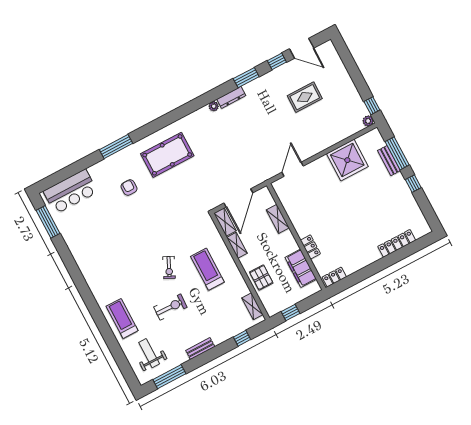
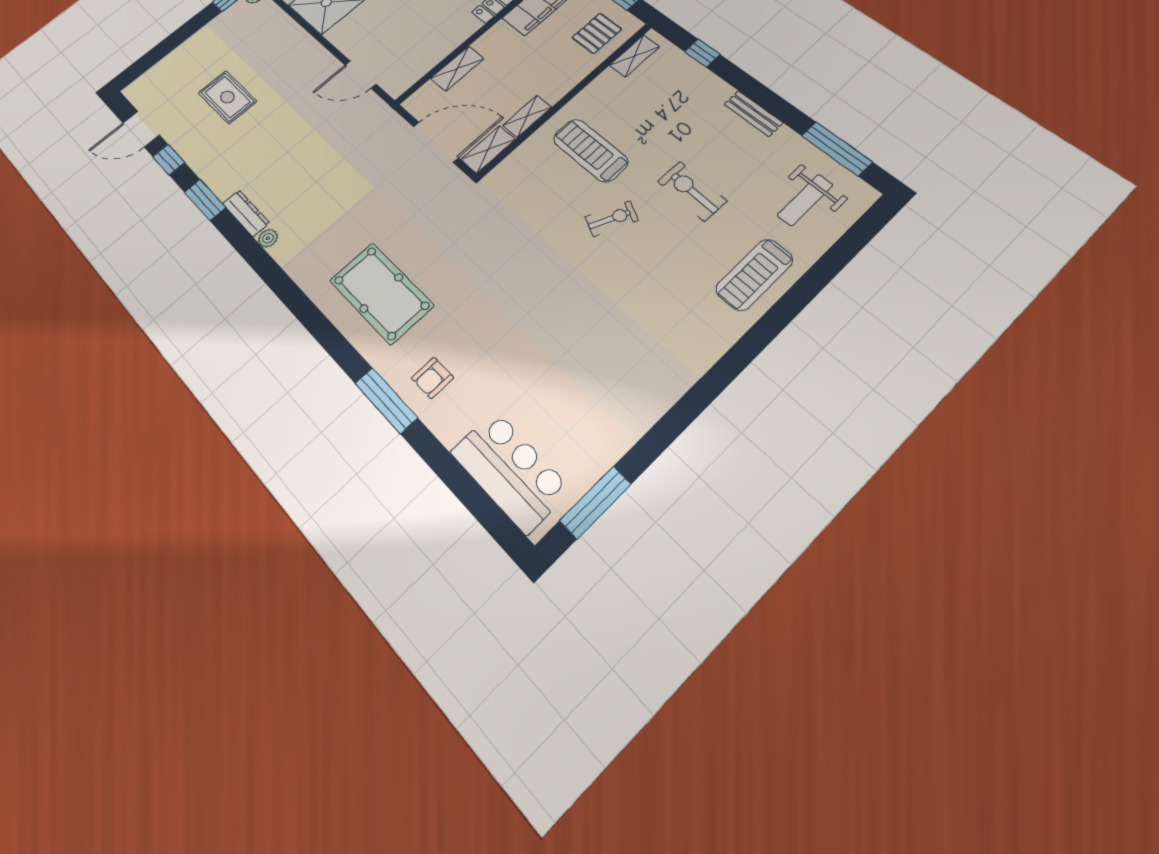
door: (302, 48) -> (141, 129), swing flipped
armchair: (129, 188) -> (433, 378), moved
treadmill: (207, 269) -> (591, 150), turned 90
pallet: (261, 277) -> (597, 33), moved

